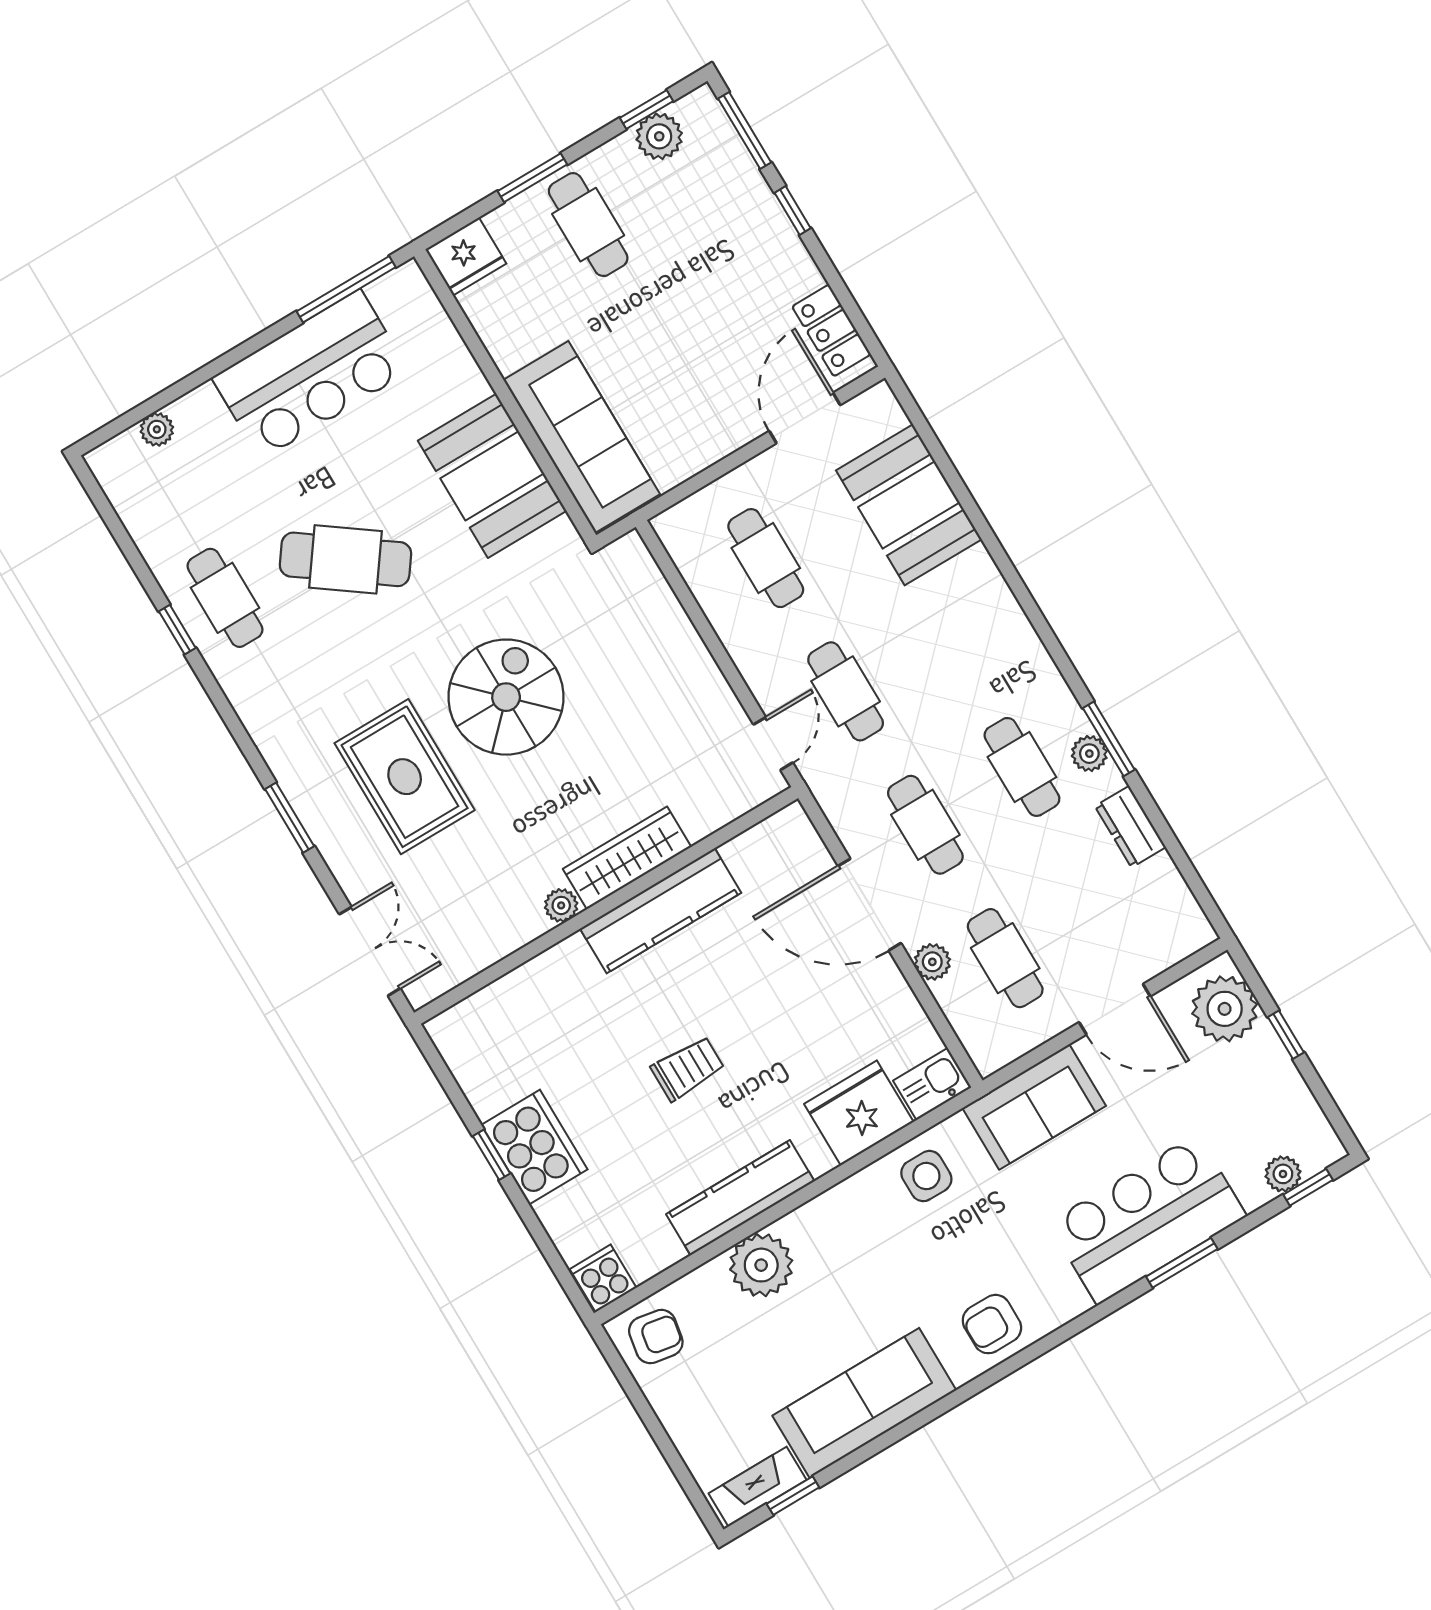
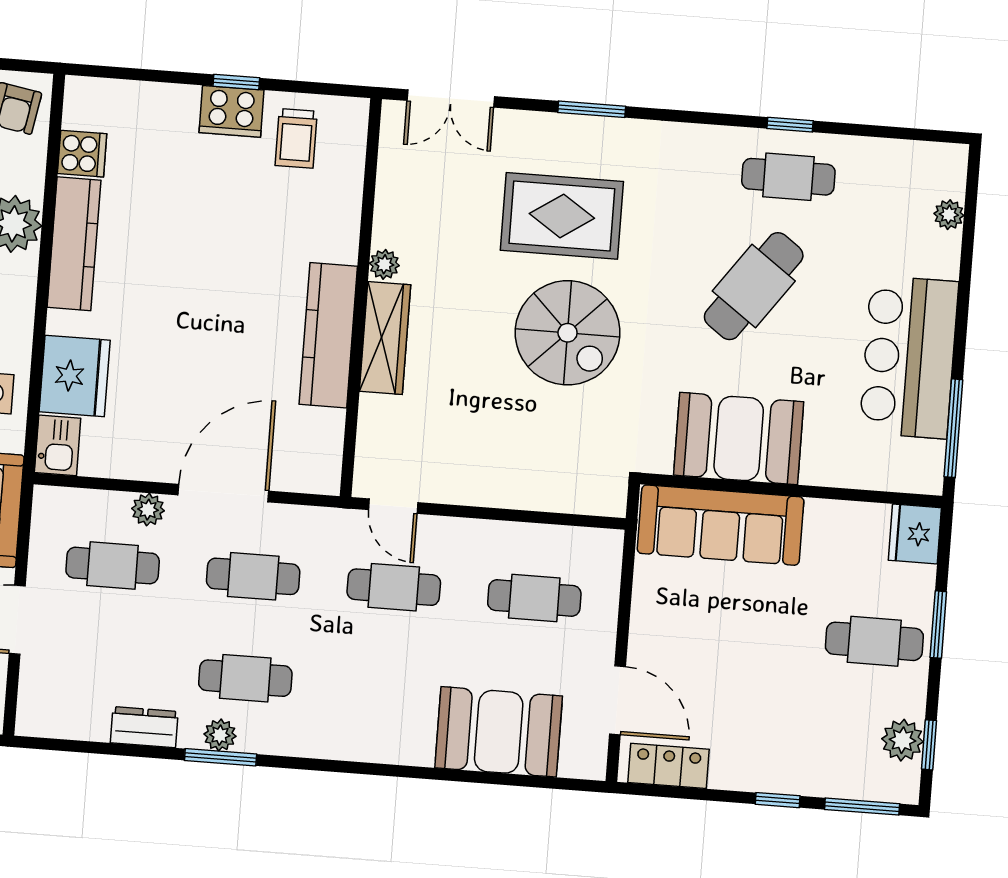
trolley: (688, 1068) -> (296, 138), moved
cooker: (534, 1147) -> (231, 111), width x0.73, depth x0.76
cooker: (603, 1278) -> (82, 154), moved

